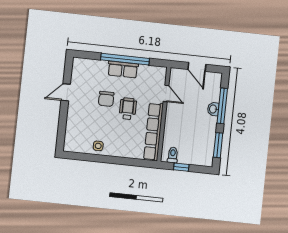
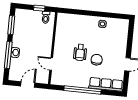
door: (197, 67) -> (28, 85), hinge flipped
row of seats: (123, 69) -> (106, 84), moved, width x1.48
row of seats: (153, 132) -> (61, 35), removed

